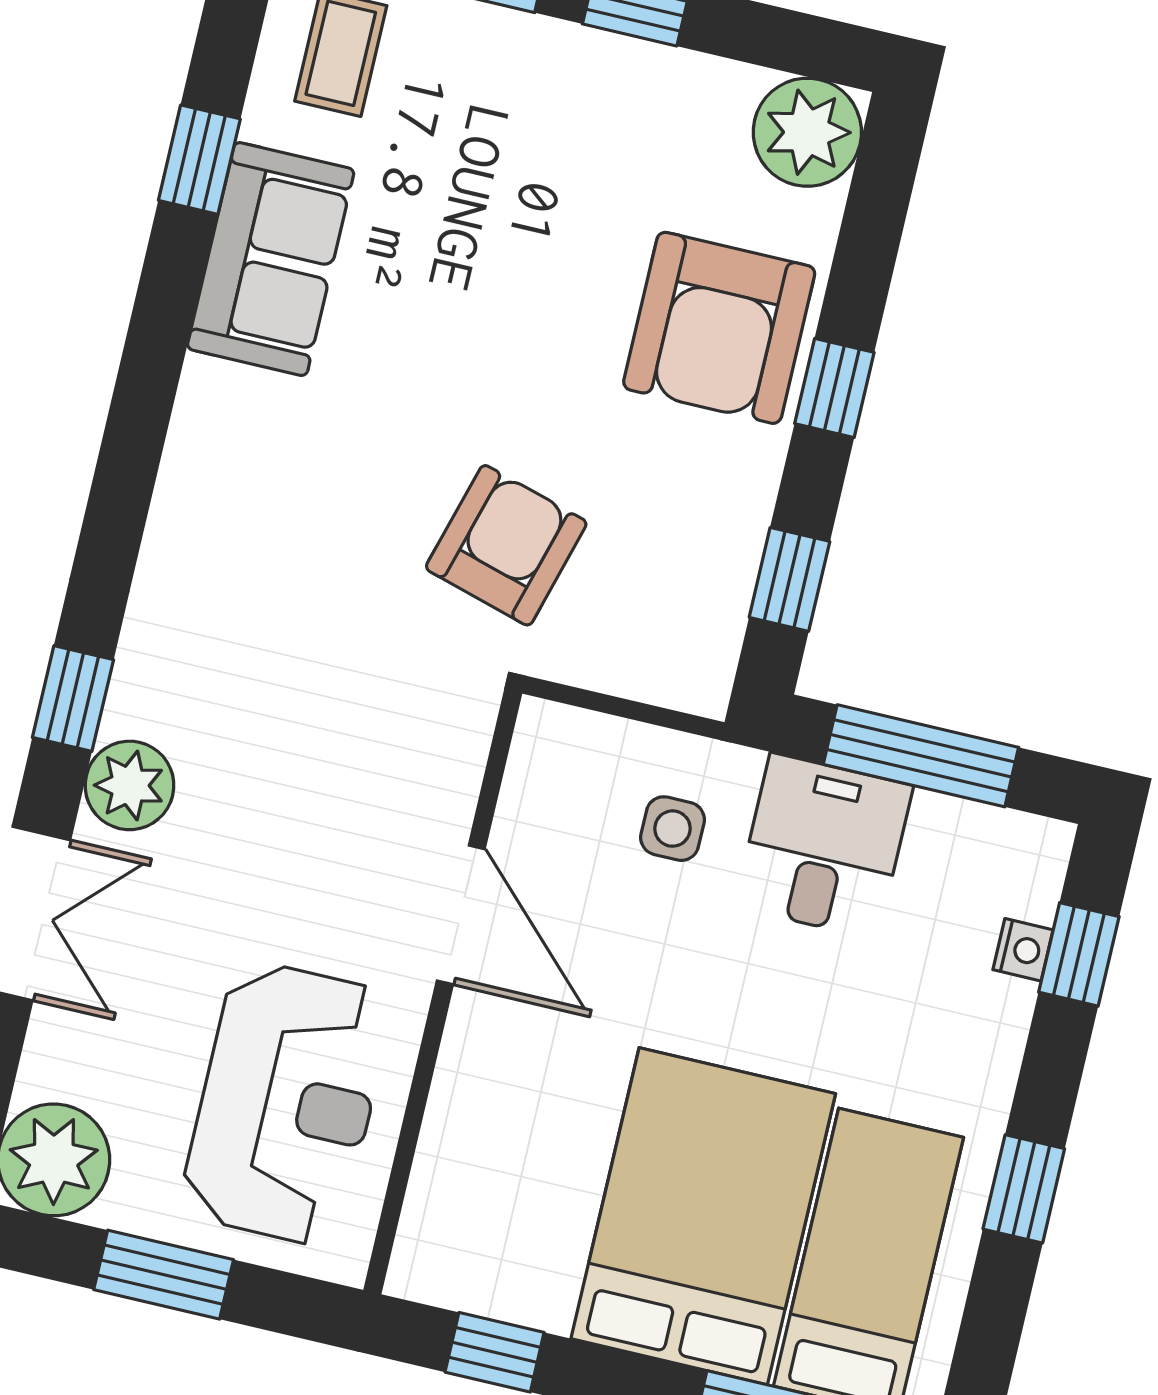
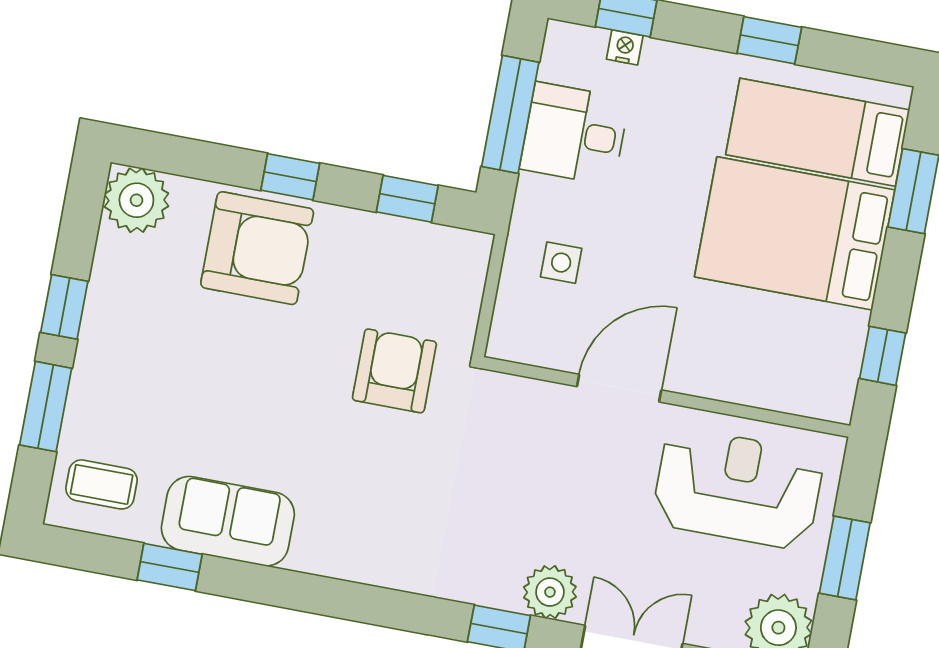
armchair: (506, 545) -> (394, 371), turned 74
desk: (824, 846) -> (574, 134), moved

